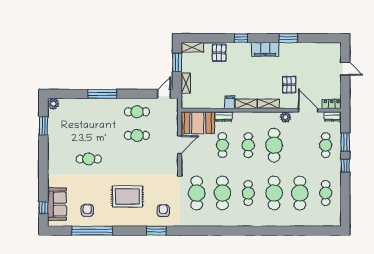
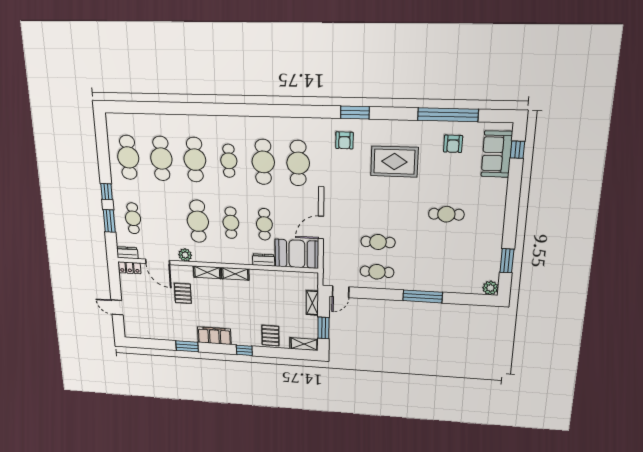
filing cabinet: (230, 102) -> (256, 277), removed
cafe table: (326, 193) -> (128, 157), width x1.37, depth x1.35

